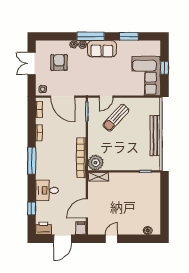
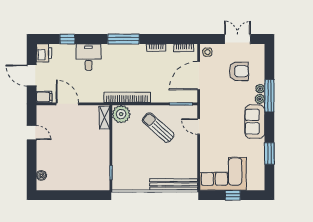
window: (91, 36) -> (269, 96), moved
sun lounger: (116, 118) -> (158, 128), moved
bench: (155, 136) -> (174, 184), moved

